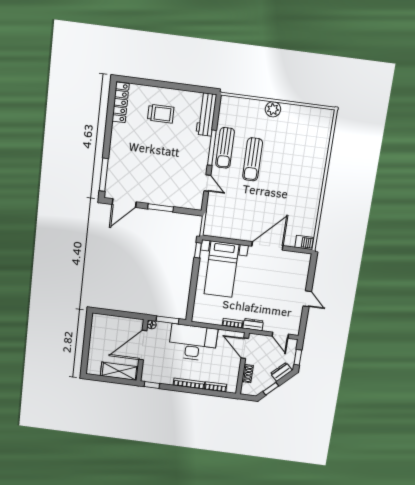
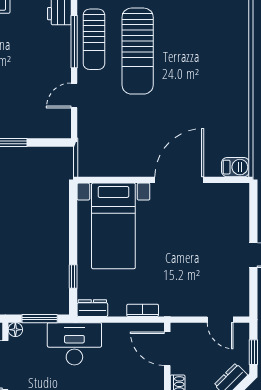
sun lounger: (253, 159) -> (138, 51), width x1.36, depth x1.34
door: (207, 183) -> (74, 95), swing flipped
window: (198, 250) -> (73, 276), moved
dresser: (253, 325) -> (92, 308), moved
desk: (193, 343) -> (74, 344), width x0.73, depth x0.77

